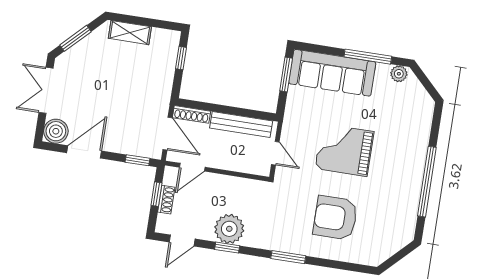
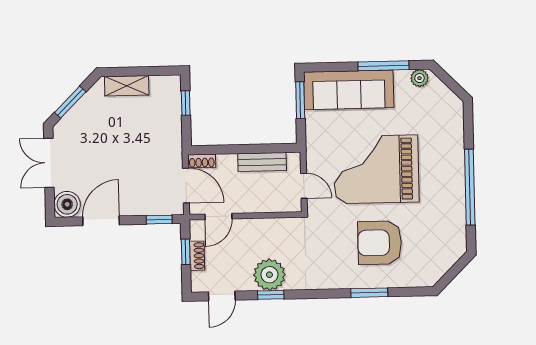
shoe rack: (192, 114) -> (202, 161), width x0.70
bench: (241, 125) -> (262, 162), width x0.73
grand piano: (344, 150) -> (376, 169), width x1.37, depth x1.48
window: (288, 257) -> (369, 293), moved

